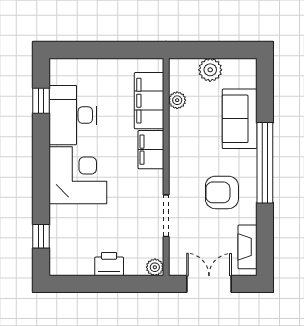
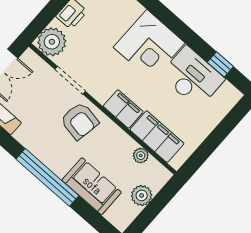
armchair: (222, 192) -> (80, 121), moved, turned 100
plant: (155, 267) -> (52, 42), width x1.88, depth x1.88

